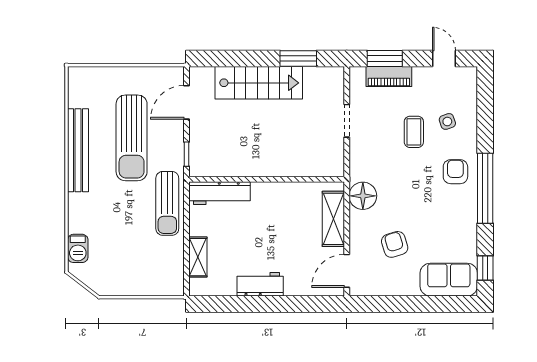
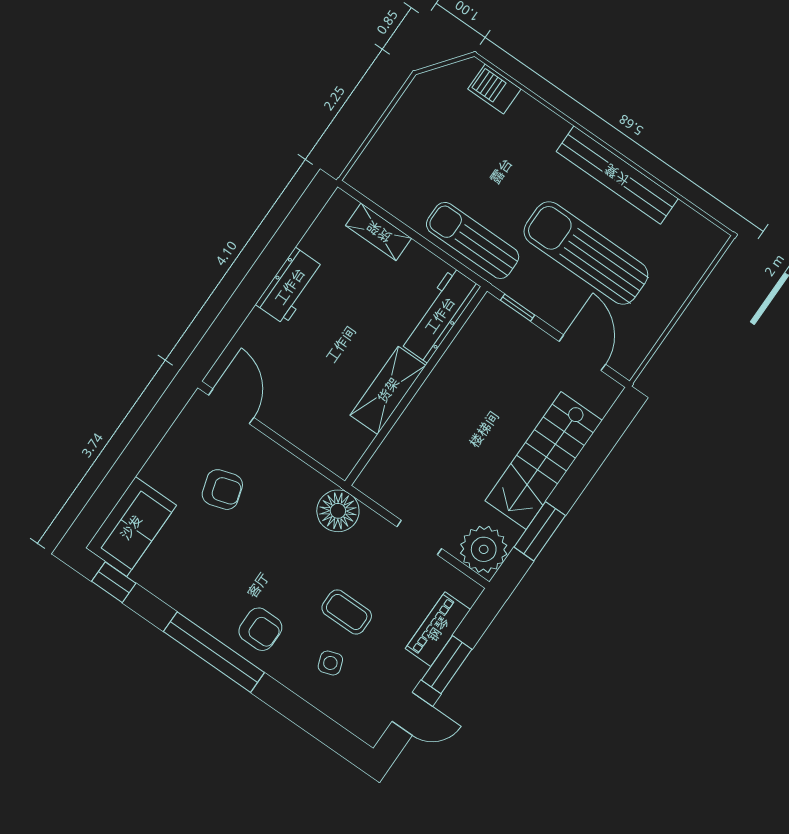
window: (385, 58) -> (447, 665), moved
plant: (329, 82) -> (484, 549), added
floor lamp: (363, 196) -> (338, 511), moved
shelving: (333, 219) -> (388, 390), moved, turned 90

